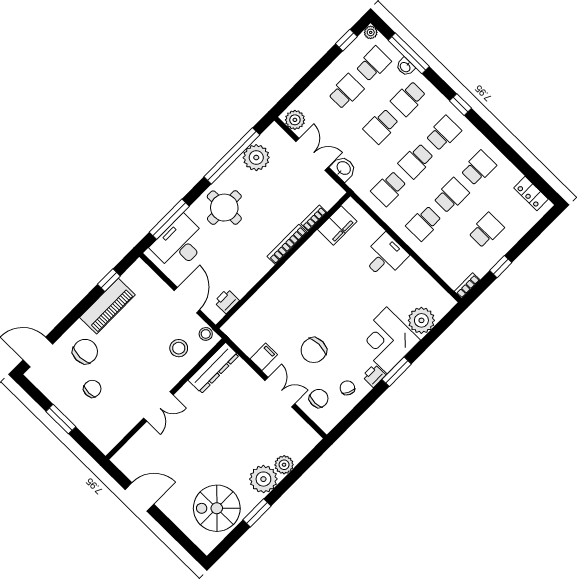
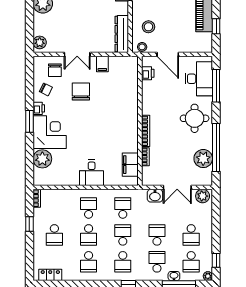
plant: (284, 465) -> (40, 42), moved

